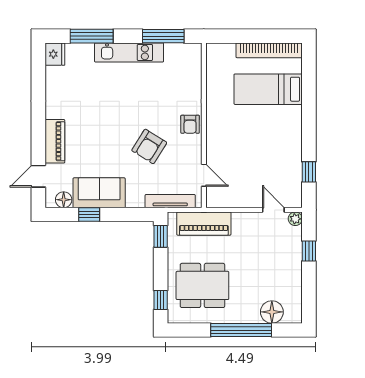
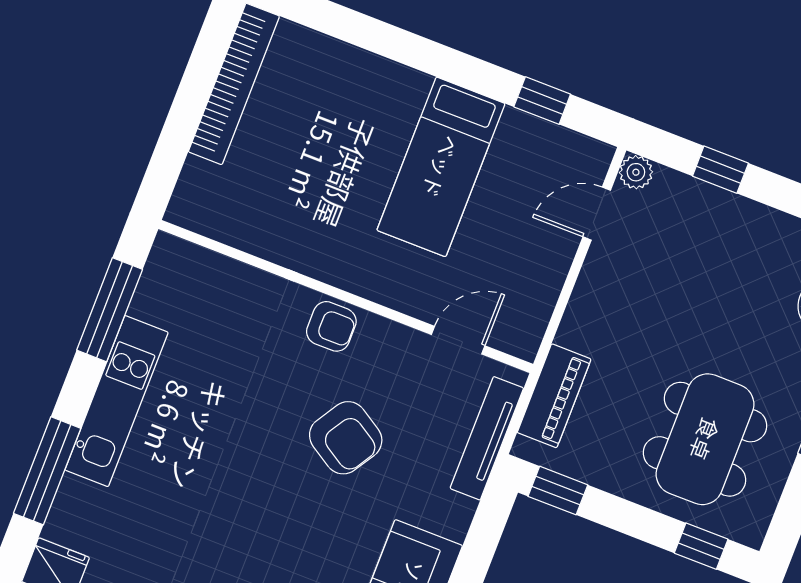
bed: (268, 89) -> (441, 167), moved
piano: (204, 224) -> (554, 396), width x0.73, depth x0.75

